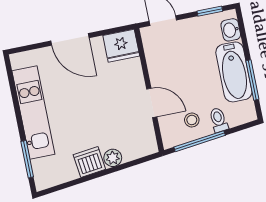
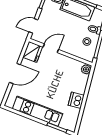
door: (152, 103) -> (51, 48), moved
plant: (113, 158) -> (86, 69), moved

